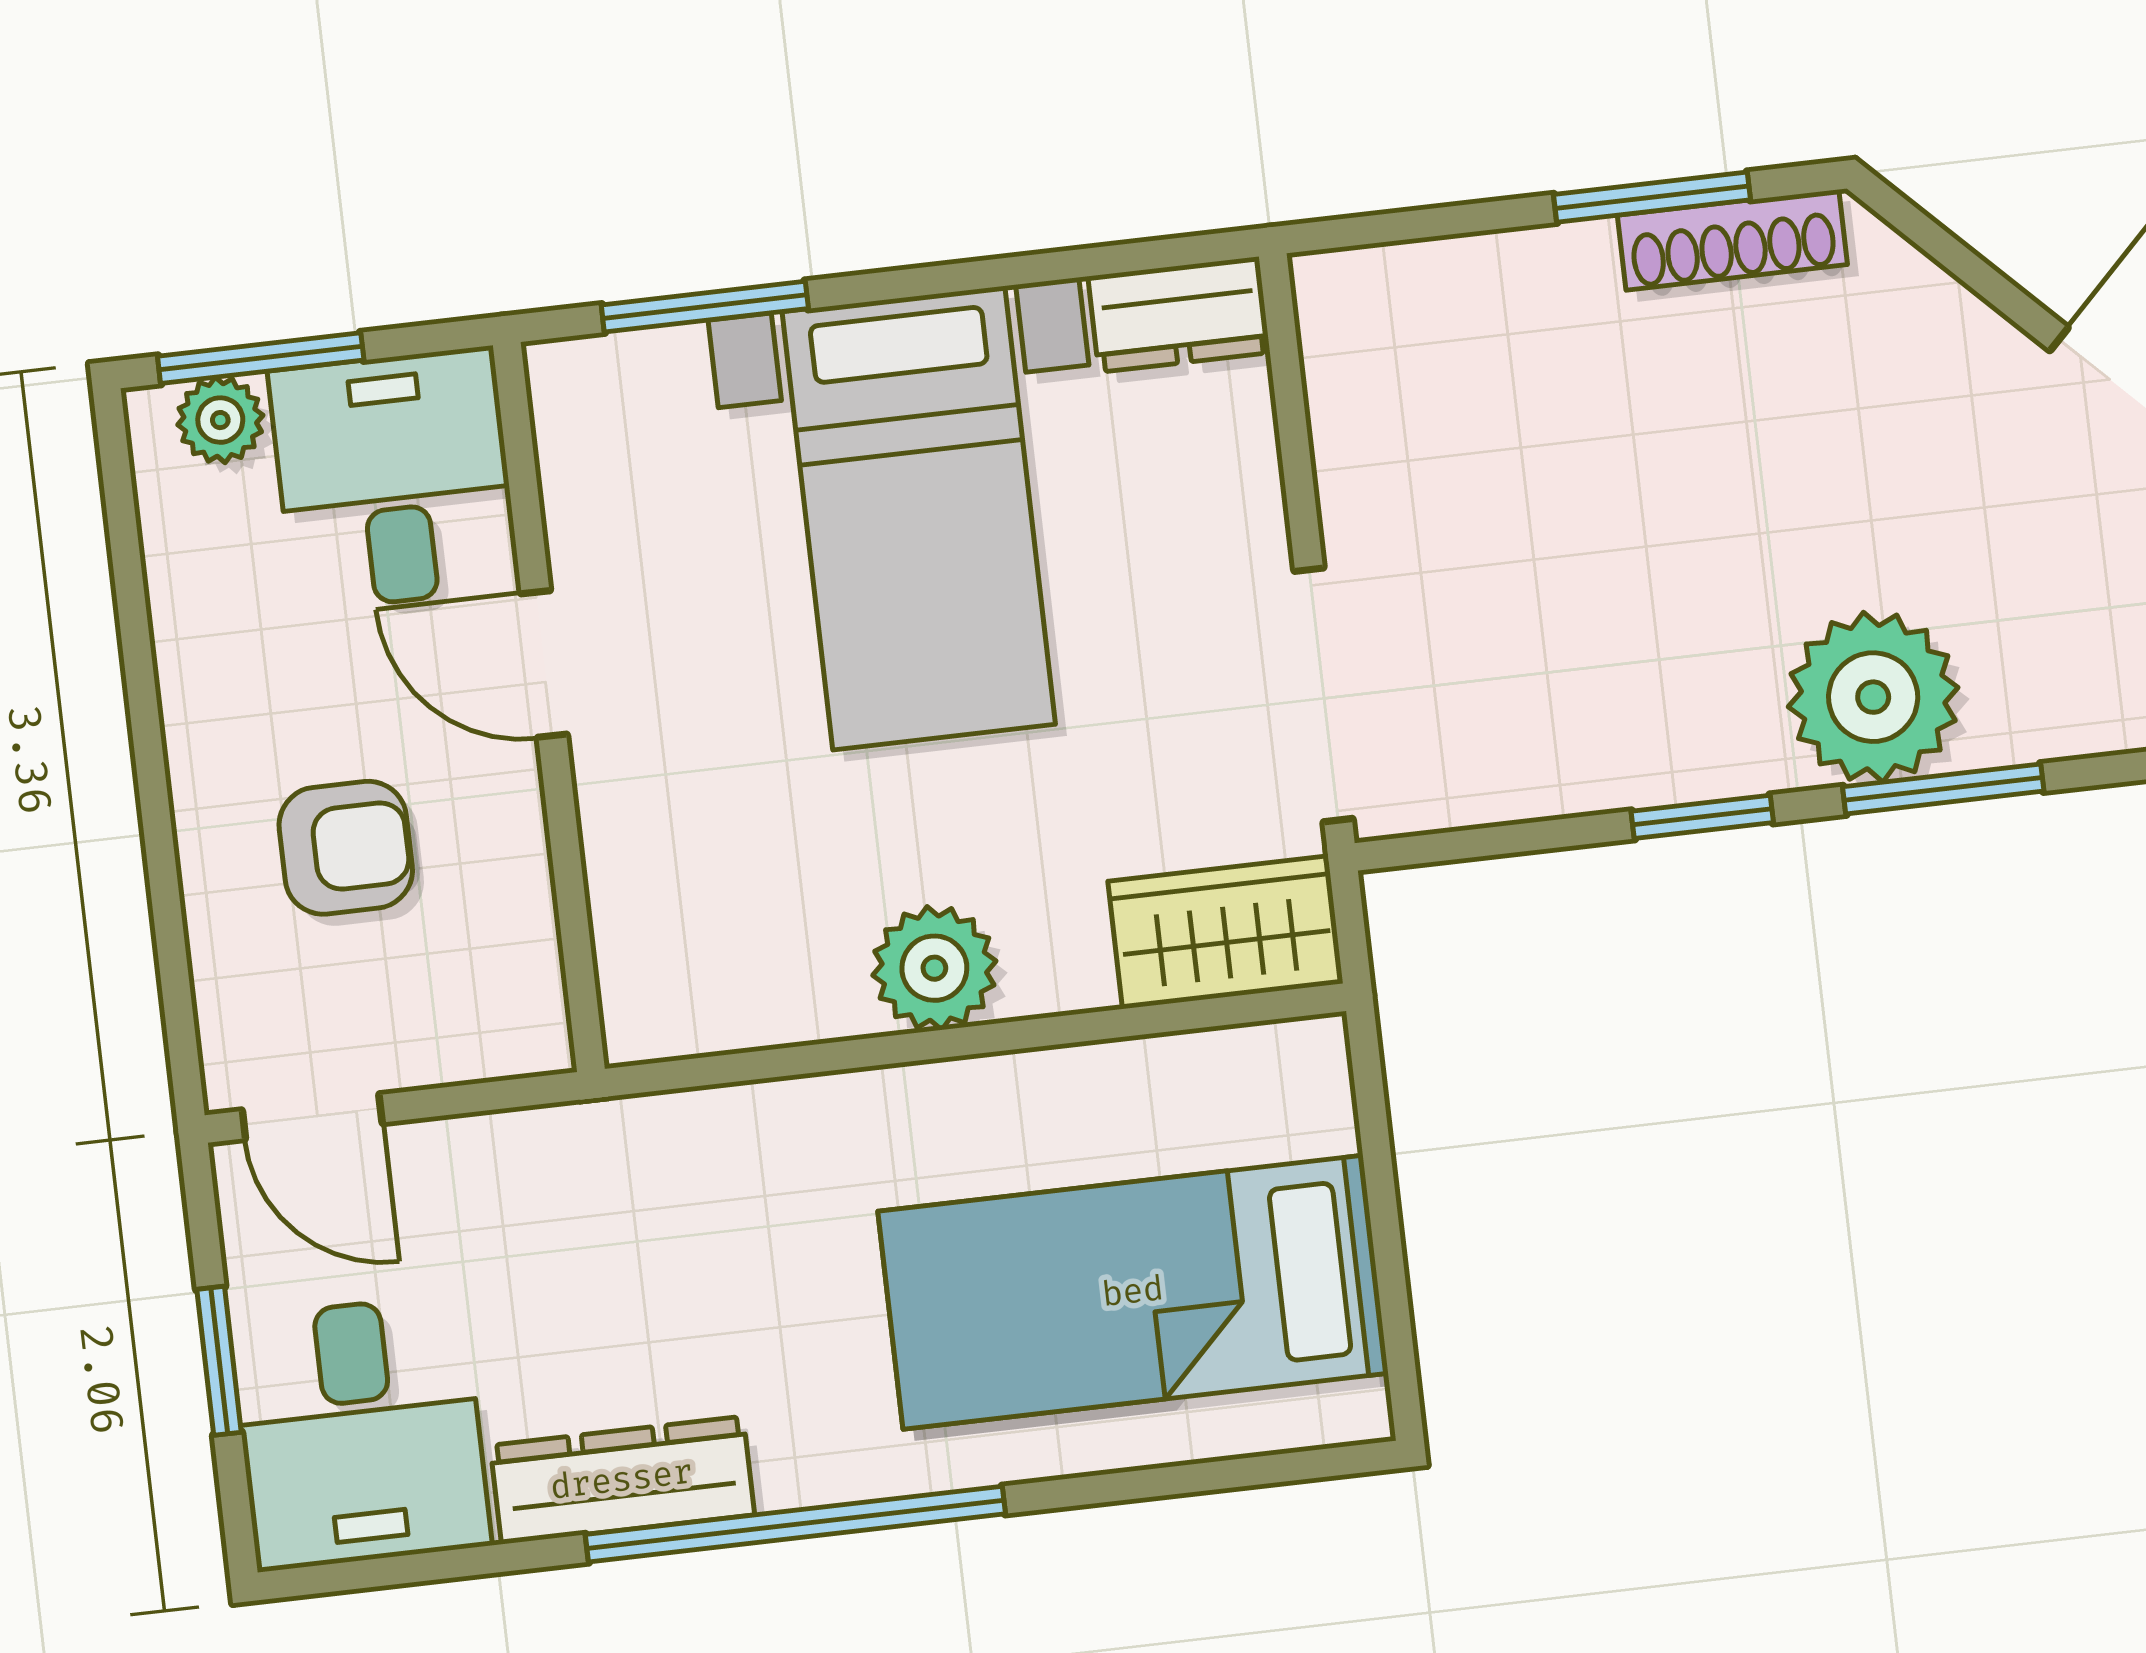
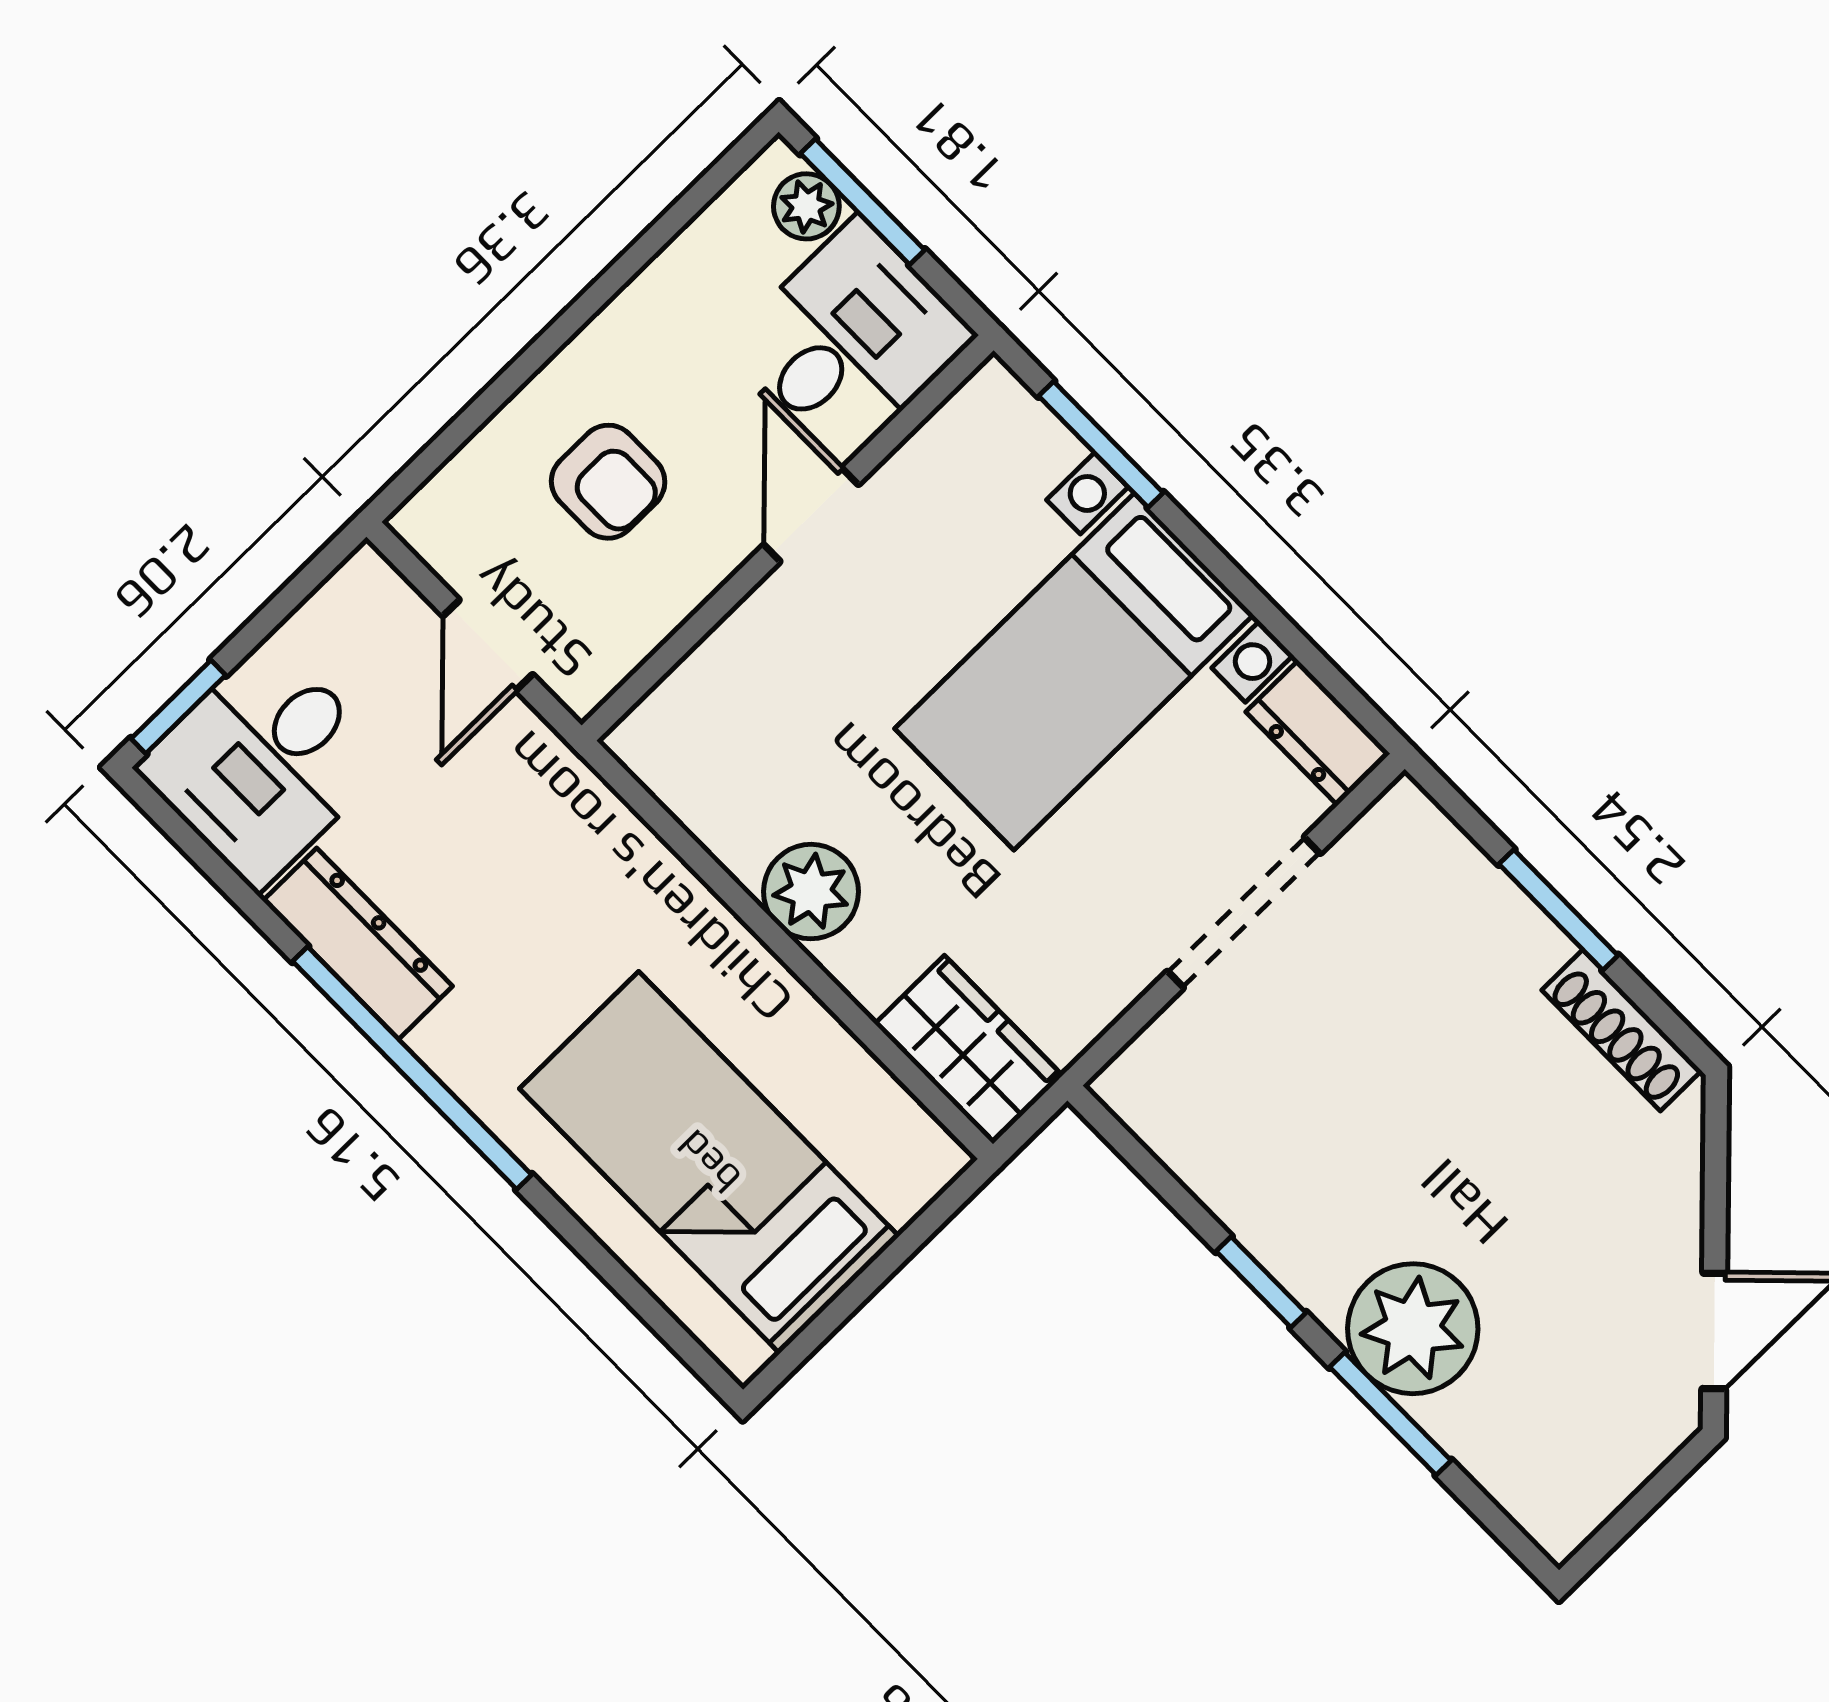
window: (1652, 197) -> (1558, 910), moved
doorway: (1324, 695) -> (1244, 912), moved
door: (312, 1117) -> (488, 645), moved
window: (219, 1361) -> (178, 707), moved

